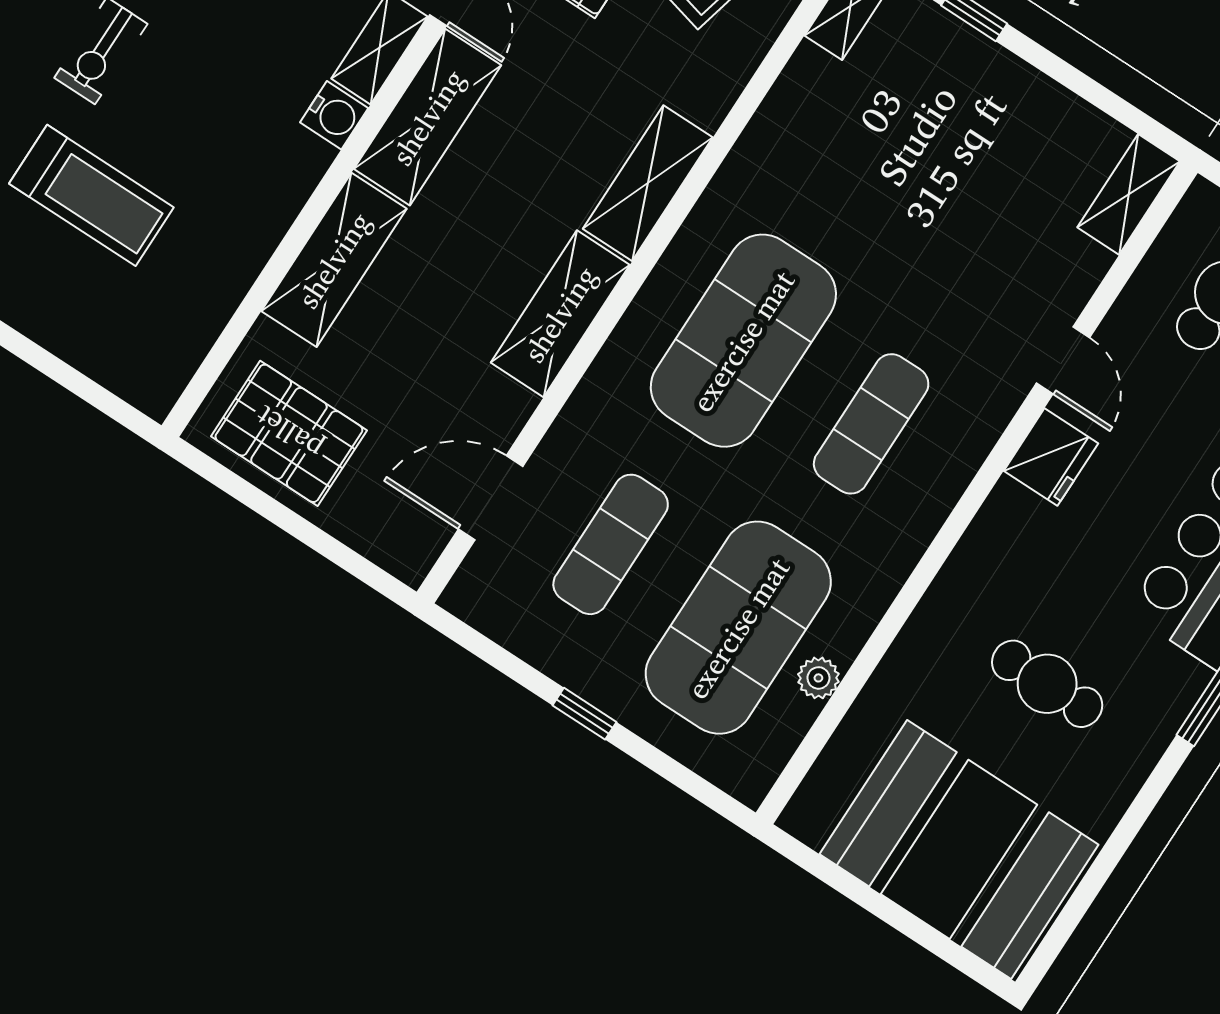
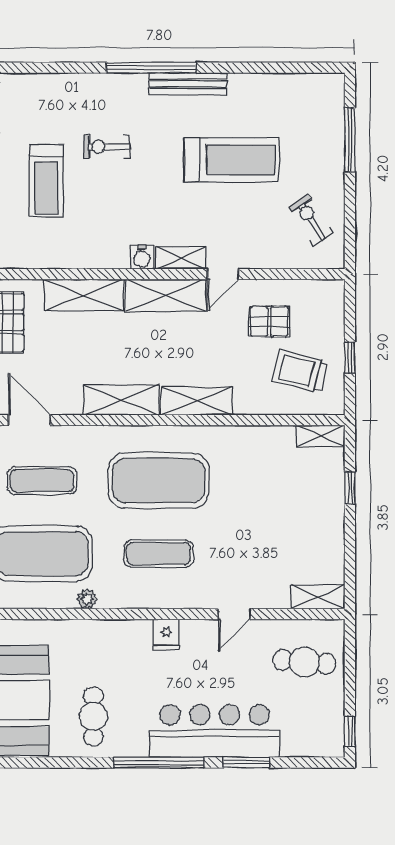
fridge: (1051, 457) -> (166, 634), moved, width x0.72
plant: (818, 678) -> (87, 599), moved
cafe table: (1047, 684) -> (93, 716), moved

